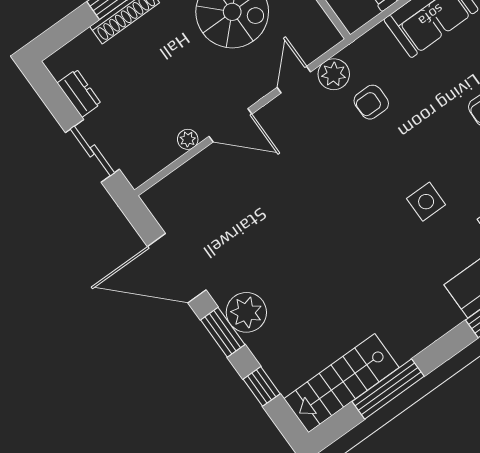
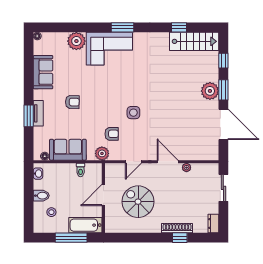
plant: (334, 74) -> (102, 153), moved
dresser: (79, 93) -> (213, 224), moved
side table: (426, 202) -> (133, 113), moved
window: (388, 389) -> (179, 27), width x0.46

